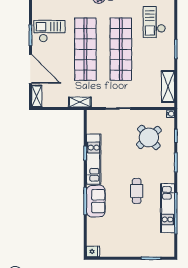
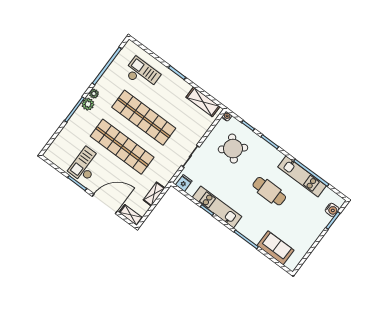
checkout: (154, 22) -> (142, 74), turned 180
shelving: (80, 102) -> (154, 194), moved
cafe table: (137, 191) -> (269, 191), width x1.37, depth x1.35
sofa: (96, 201) -> (276, 248), moved
water cooler: (159, 251) -> (332, 210), added
fridge: (93, 252) -> (184, 183), moved

